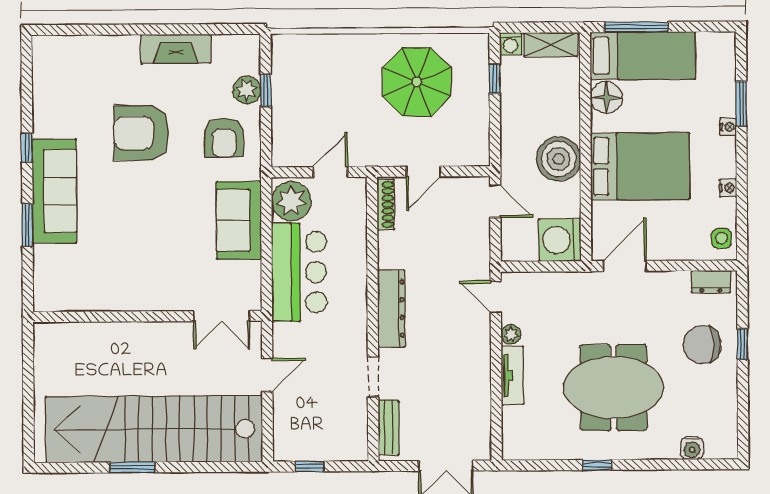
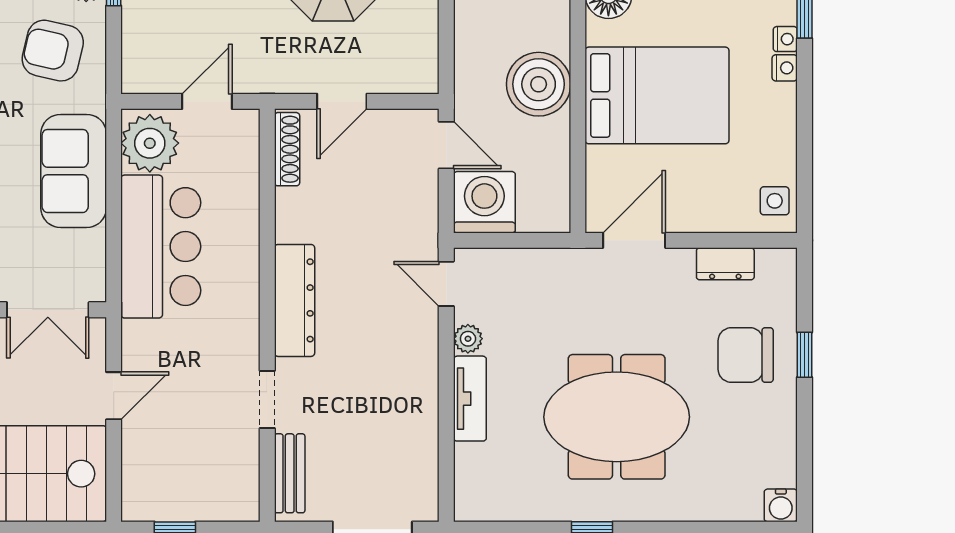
armchair: (224, 138) -> (53, 51), turned 103
nightstand: (728, 188) -> (785, 68), moved
washing machine: (560, 240) -> (484, 202), moved, turned 90
dresser: (711, 282) -> (725, 264), moved
water cooler: (692, 448) -> (781, 505), moved

